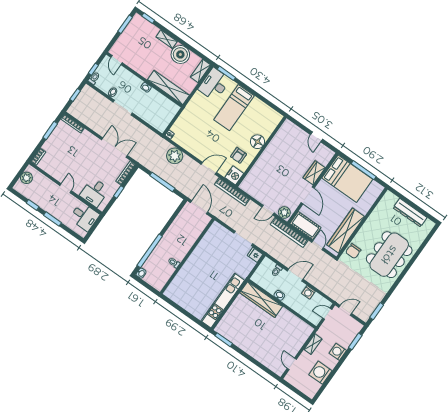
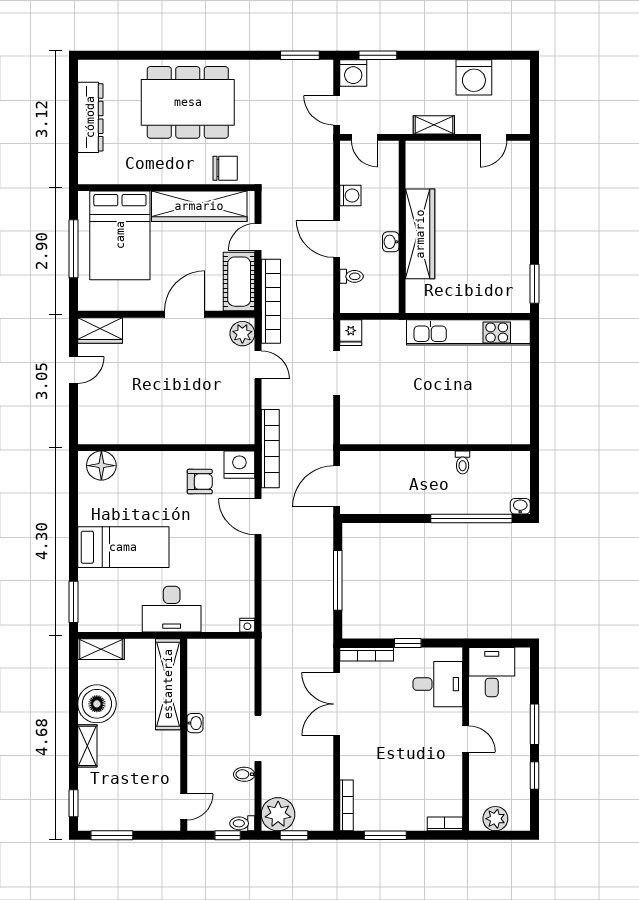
desk: (214, 84) -> (172, 609), moved
floor lamp: (257, 142) -> (101, 466), moved
plant: (175, 156) -> (278, 814), moved
wardrobe: (314, 173) -> (100, 331), moved
bed: (347, 179) -> (120, 235), moved, turned 180
door: (66, 188) -> (466, 739), swing flipped
wardrobe: (261, 300) -> (420, 234), moved
washing machine: (338, 352) -> (353, 73), moved

